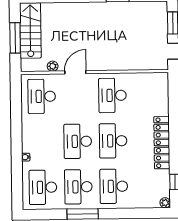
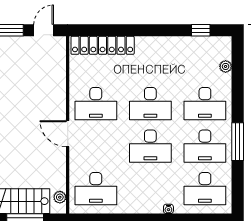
plant: (53, 66) -> (60, 197), moved
door: (75, 72) -> (68, 134), moved
locker: (162, 143) -> (103, 45), moved
plant: (165, 203) -> (226, 66), moved

